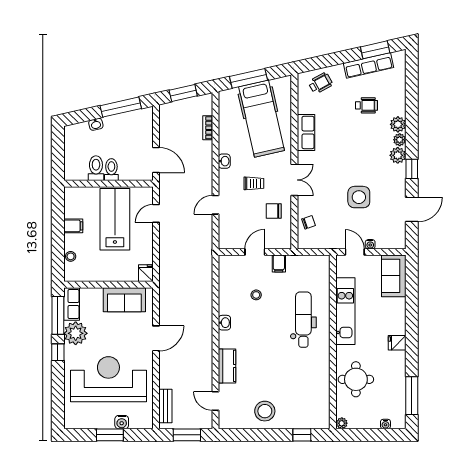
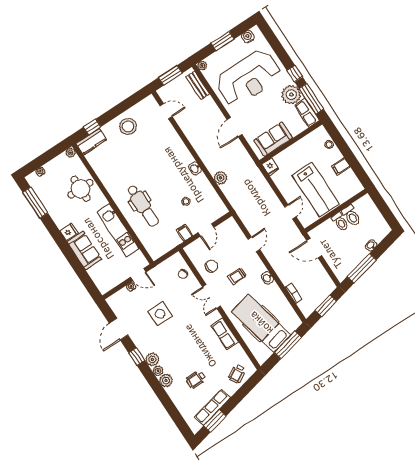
sofa: (394, 276) -> (84, 250), moved
plant: (205, 296) -> (221, 178), added
kitchen counter: (227, 366) -> (91, 142), moved, turned -90
water cooler: (122, 422) -> (248, 37), moved
plant: (147, 423) -> (202, 66), added

